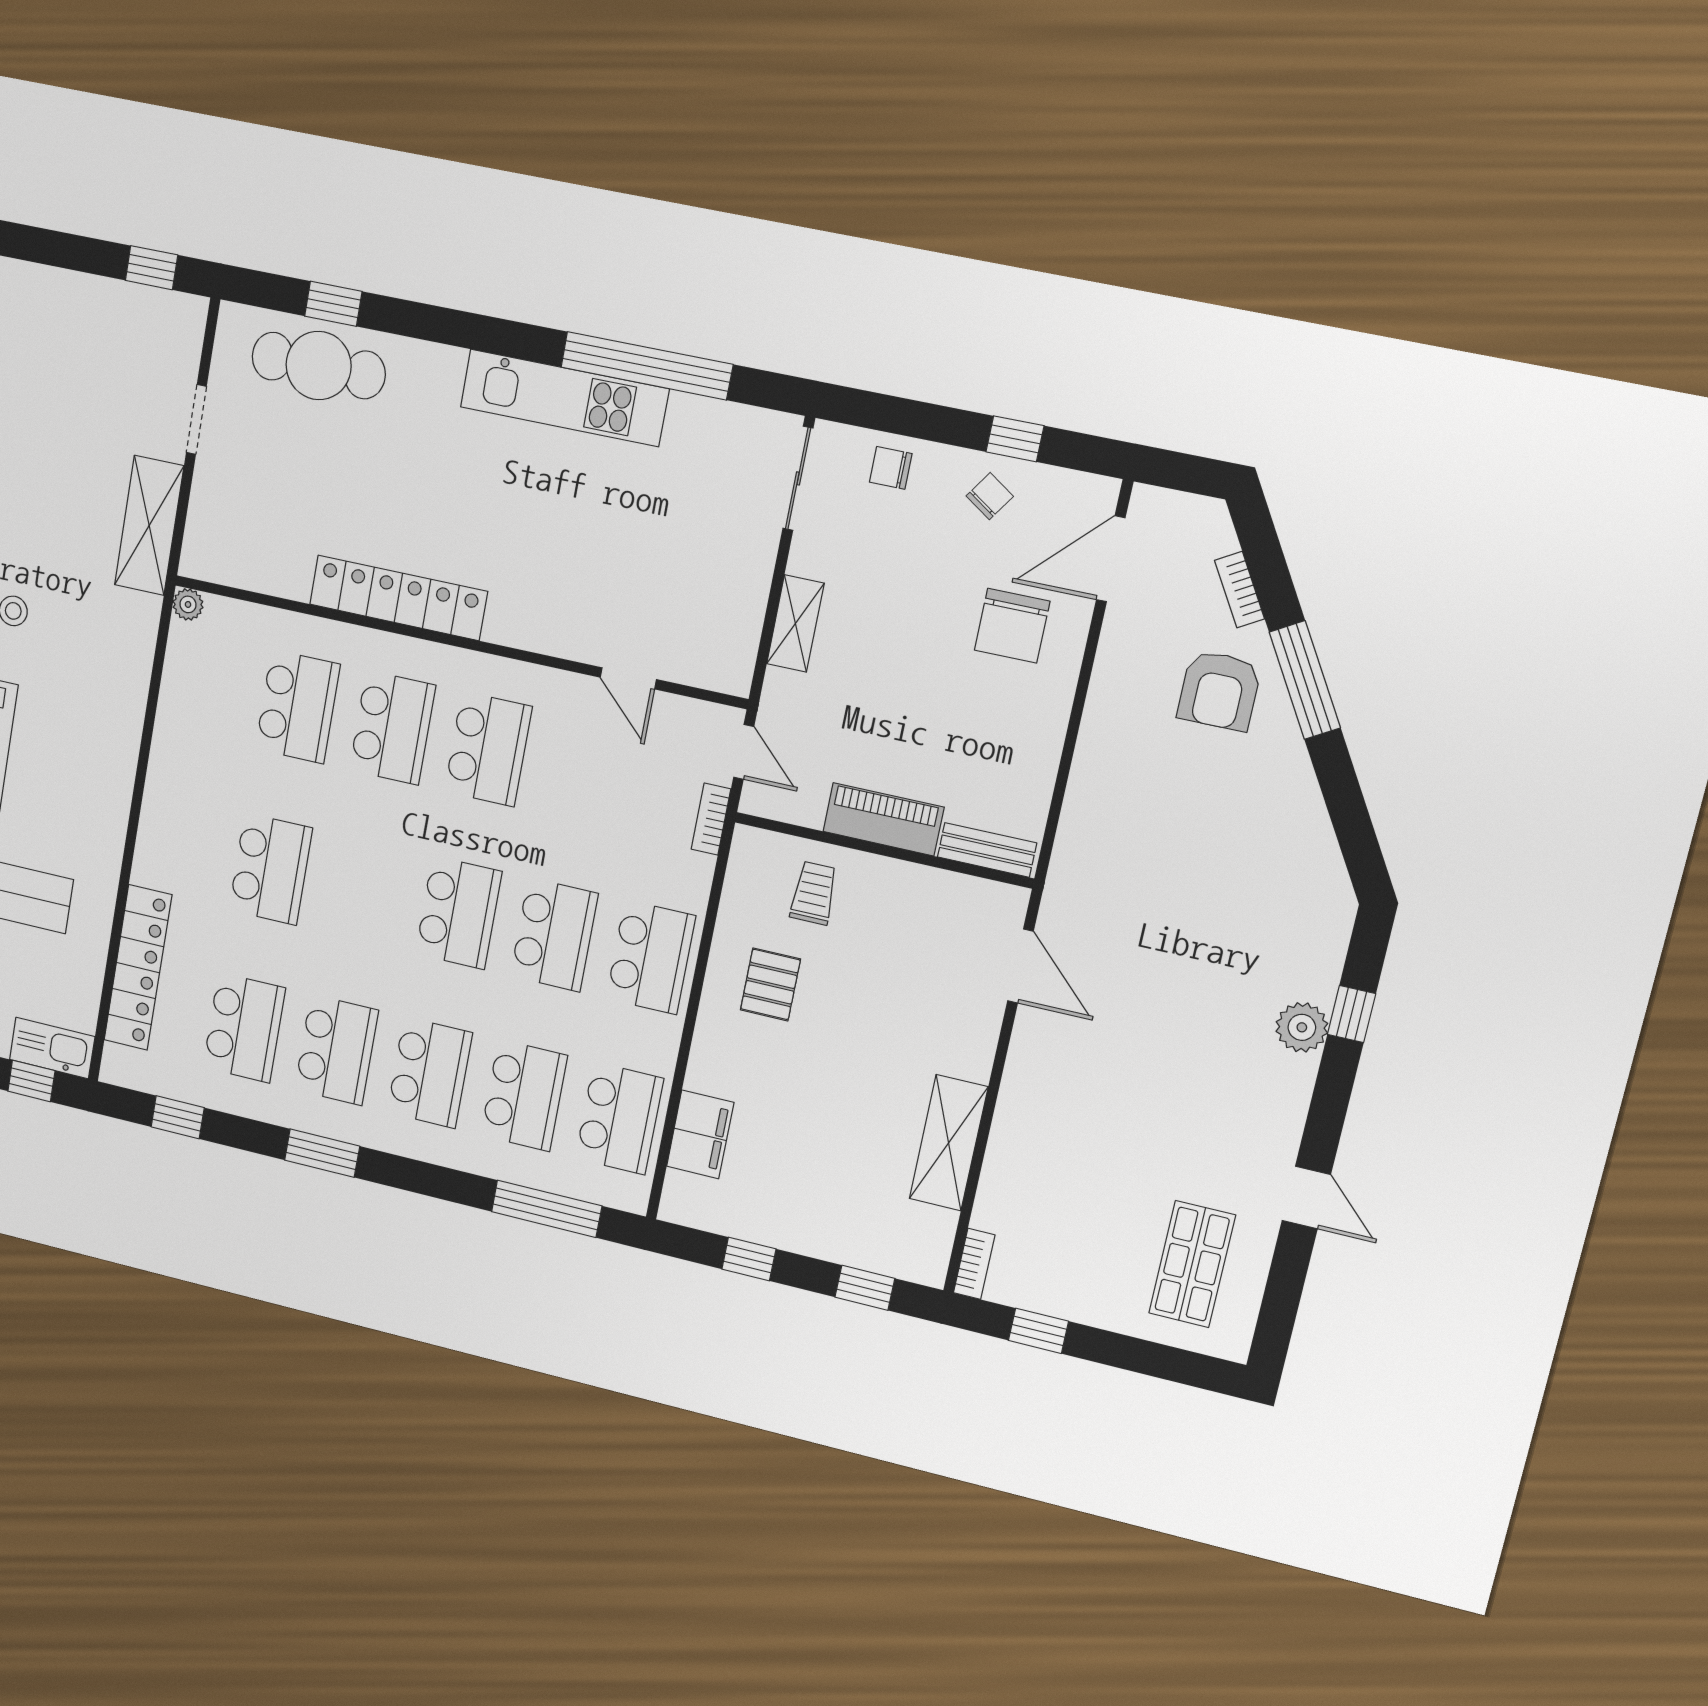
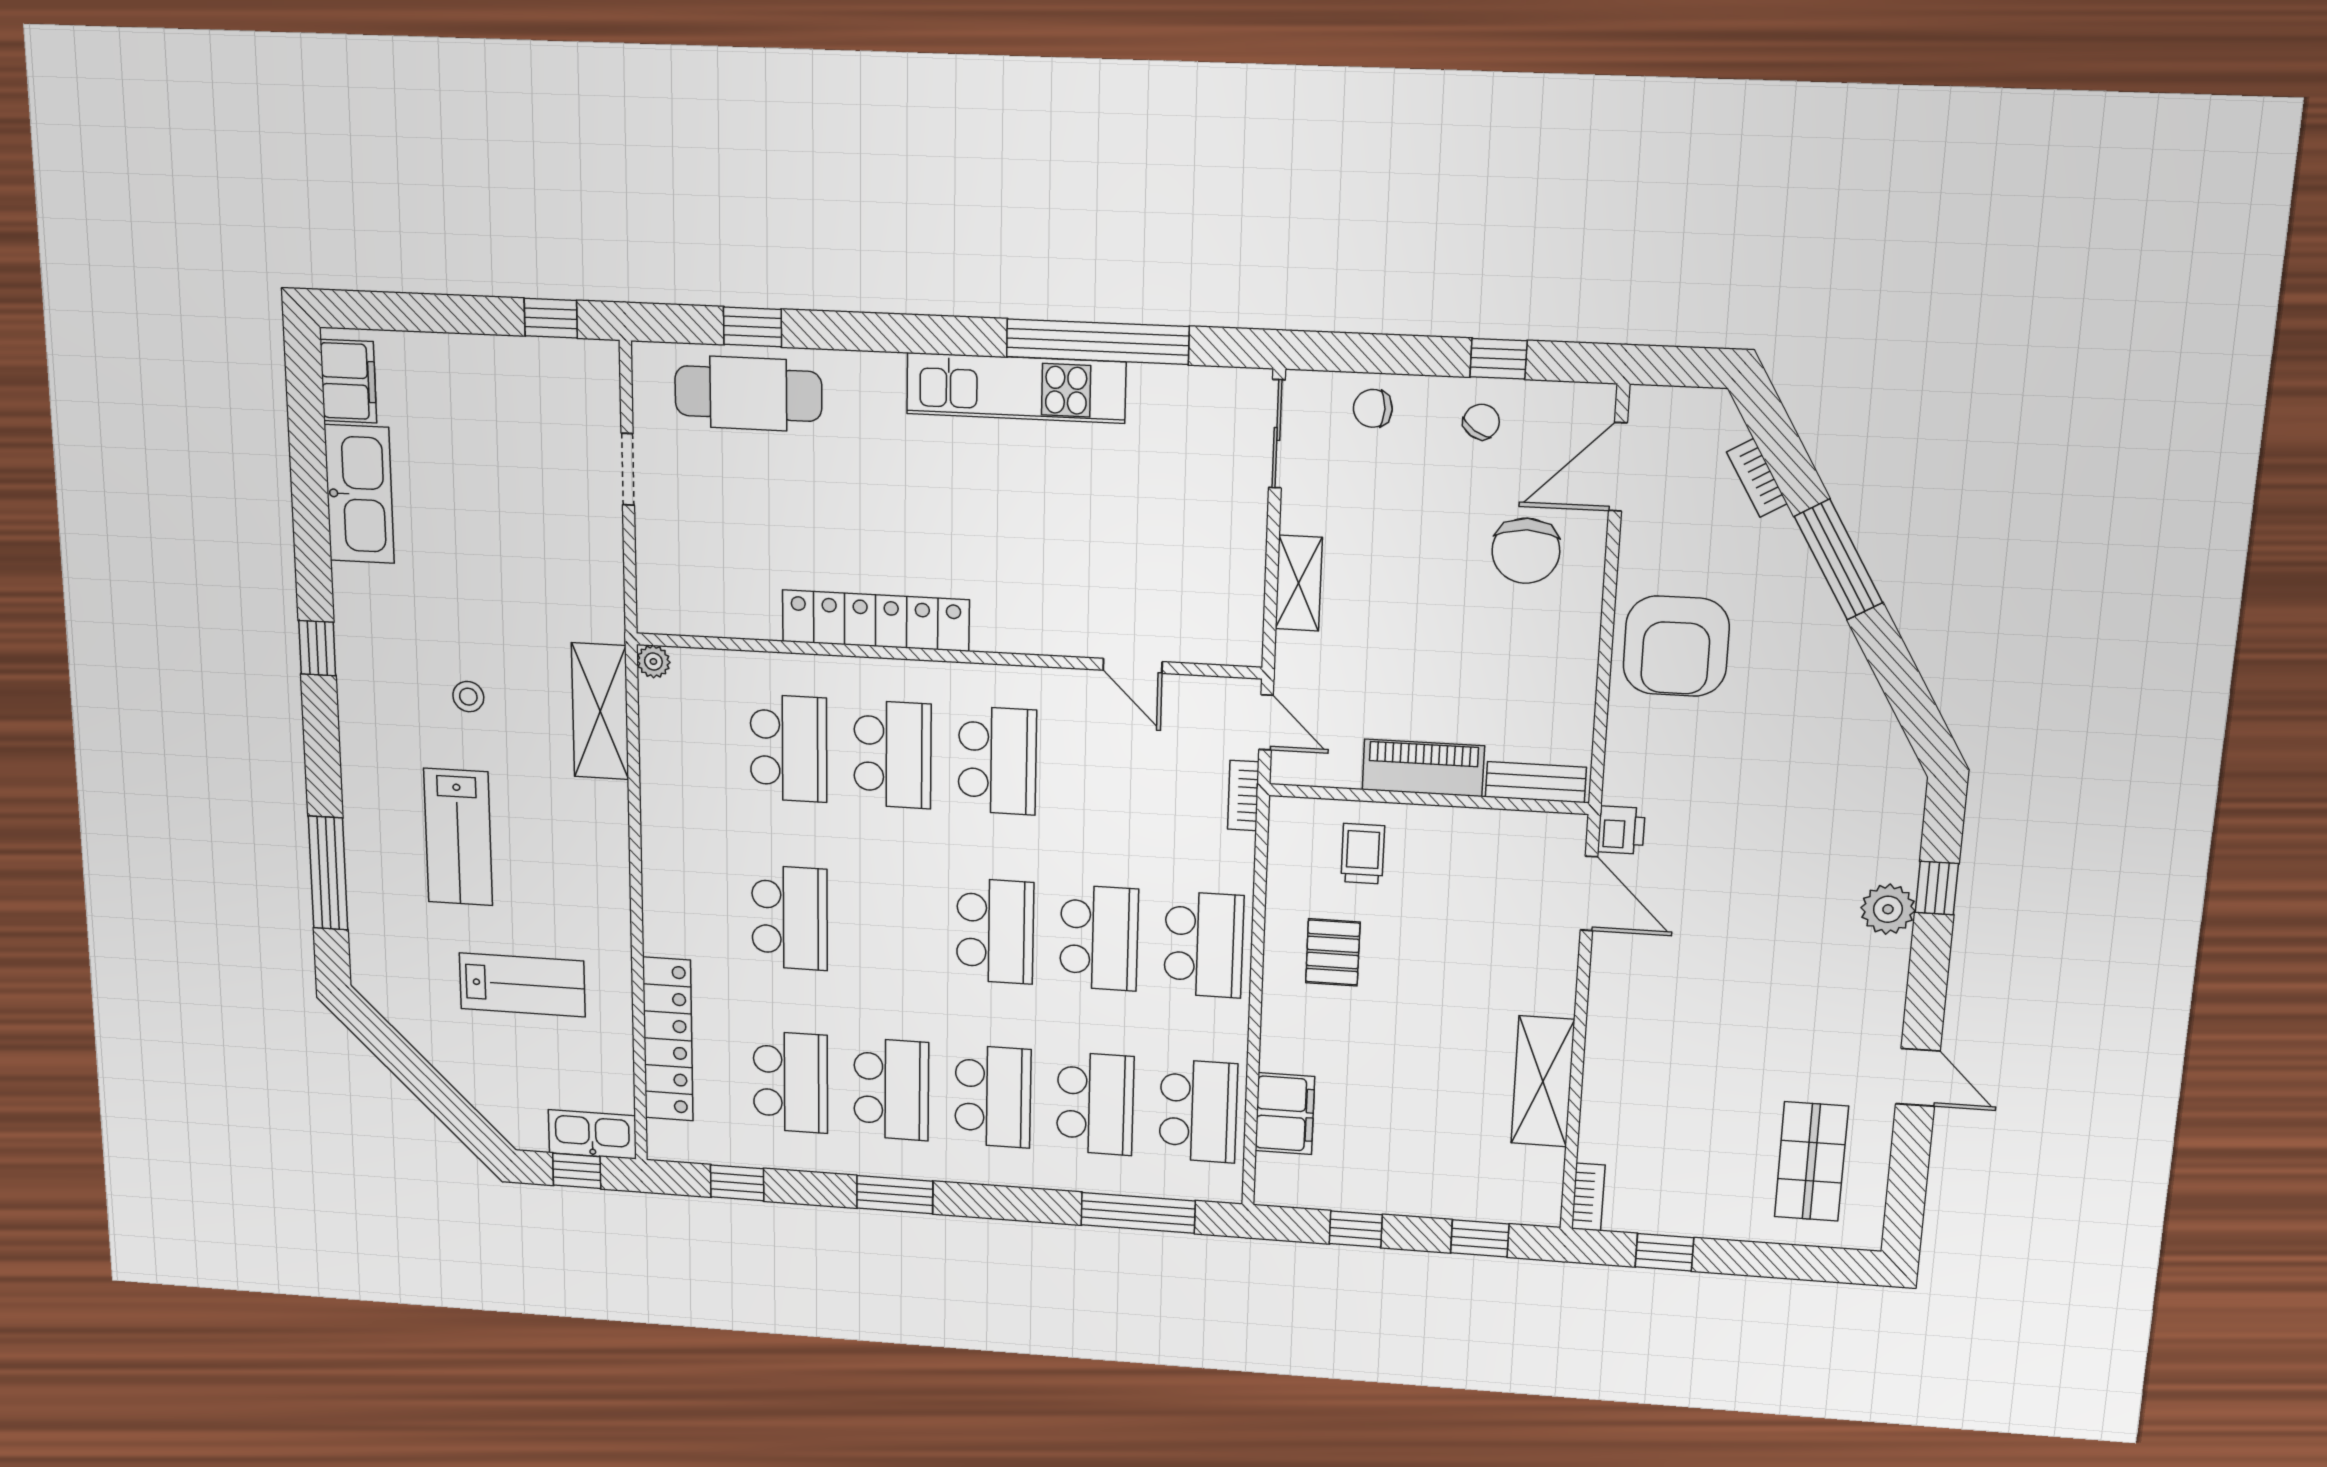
shelving: (149, 525) -> (600, 711), moved
armchair: (1219, 691) -> (1676, 646), moved, width x1.36, depth x1.36
printer: (1060, 909) -> (1621, 830), added

